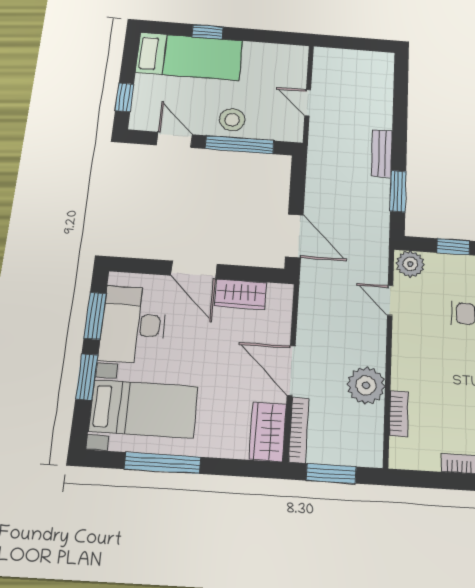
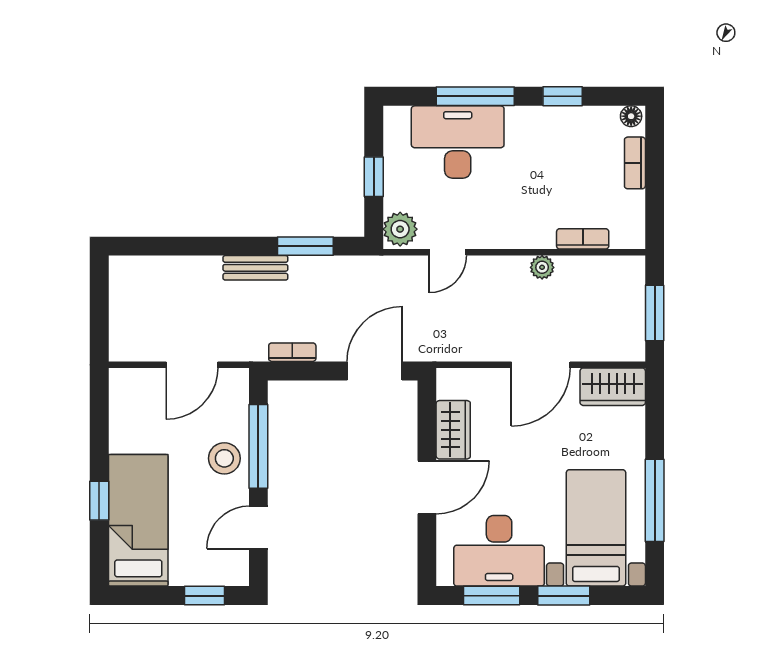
door: (308, 103) -> (192, 365), width x1.37
plant: (366, 385) -> (542, 267), width x0.53, depth x0.53
bookcase: (299, 430) -> (292, 352), moved, width x0.64

